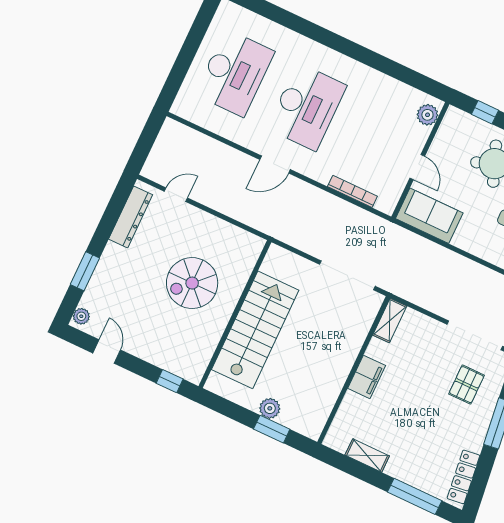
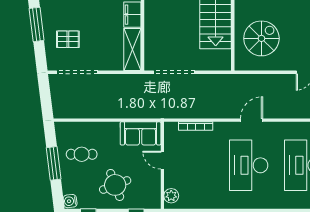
spiral stairs: (192, 283) -> (261, 38), moved
shelving: (390, 320) -> (132, 50), width x1.50, depth x1.33
pallet: (467, 385) -> (68, 39), turned 90

